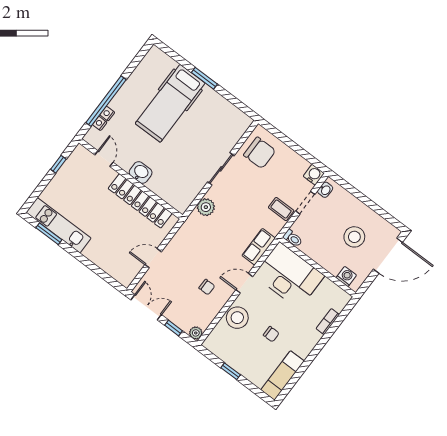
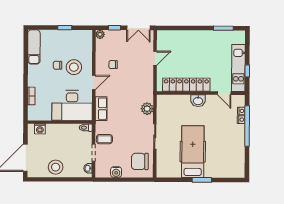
hospital bed: (170, 103) -> (193, 152), moved
water cooler: (314, 175) -> (116, 172), moved
kitchen unit: (59, 225) -> (238, 68), moved, turned 90
stool: (354, 237) -> (56, 167), moved
stool: (237, 318) -> (74, 67), moved

